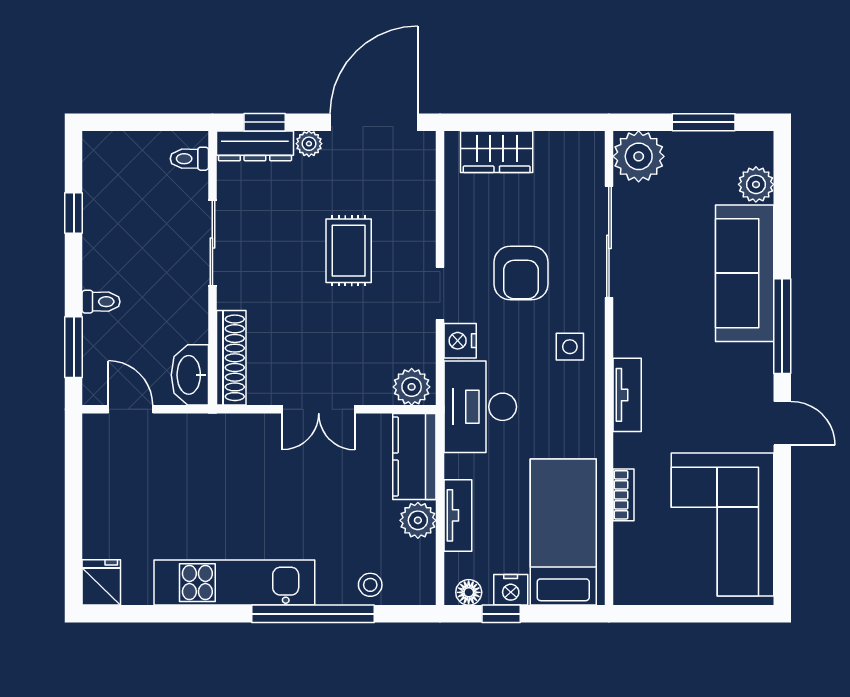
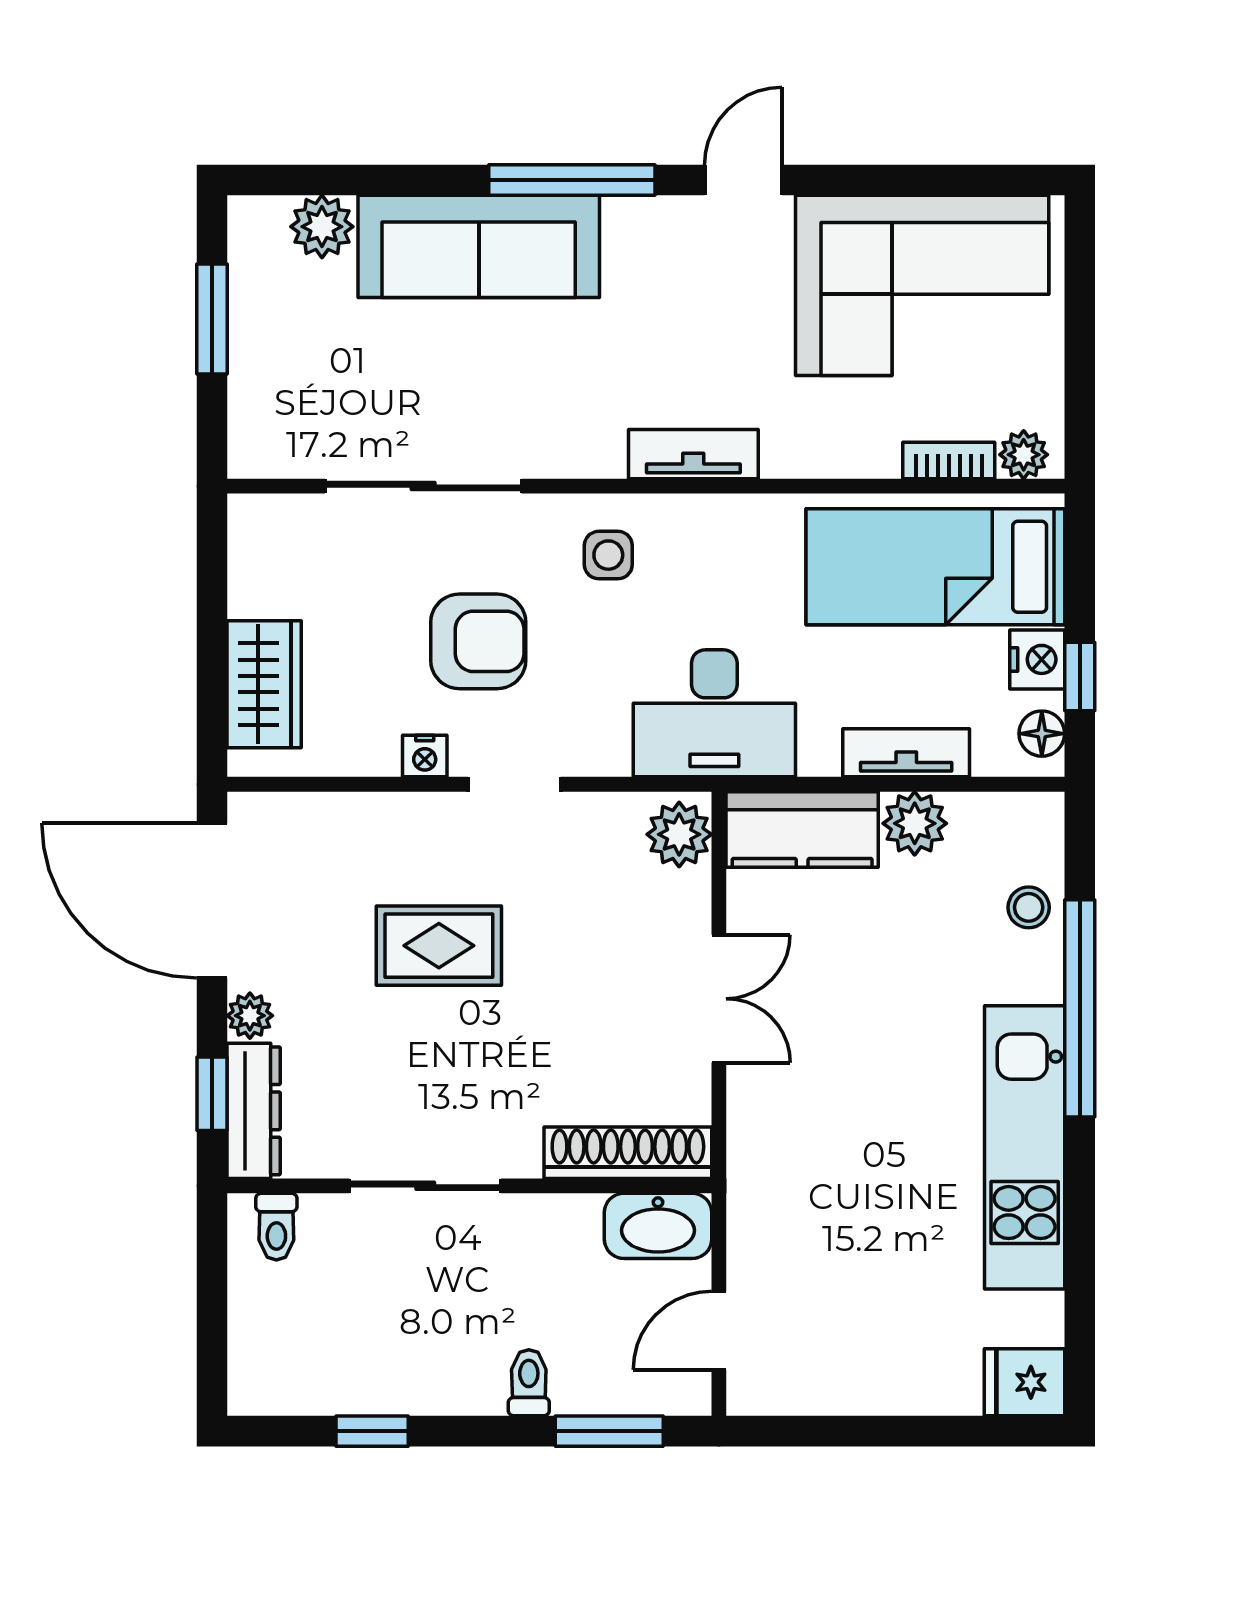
plant: (639, 156) -> (1024, 455), moved, width x0.53, depth x0.53
nightstand: (460, 341) -> (425, 756), moved, width x0.72, depth x0.74
bookcase: (623, 495) -> (949, 460), moved

